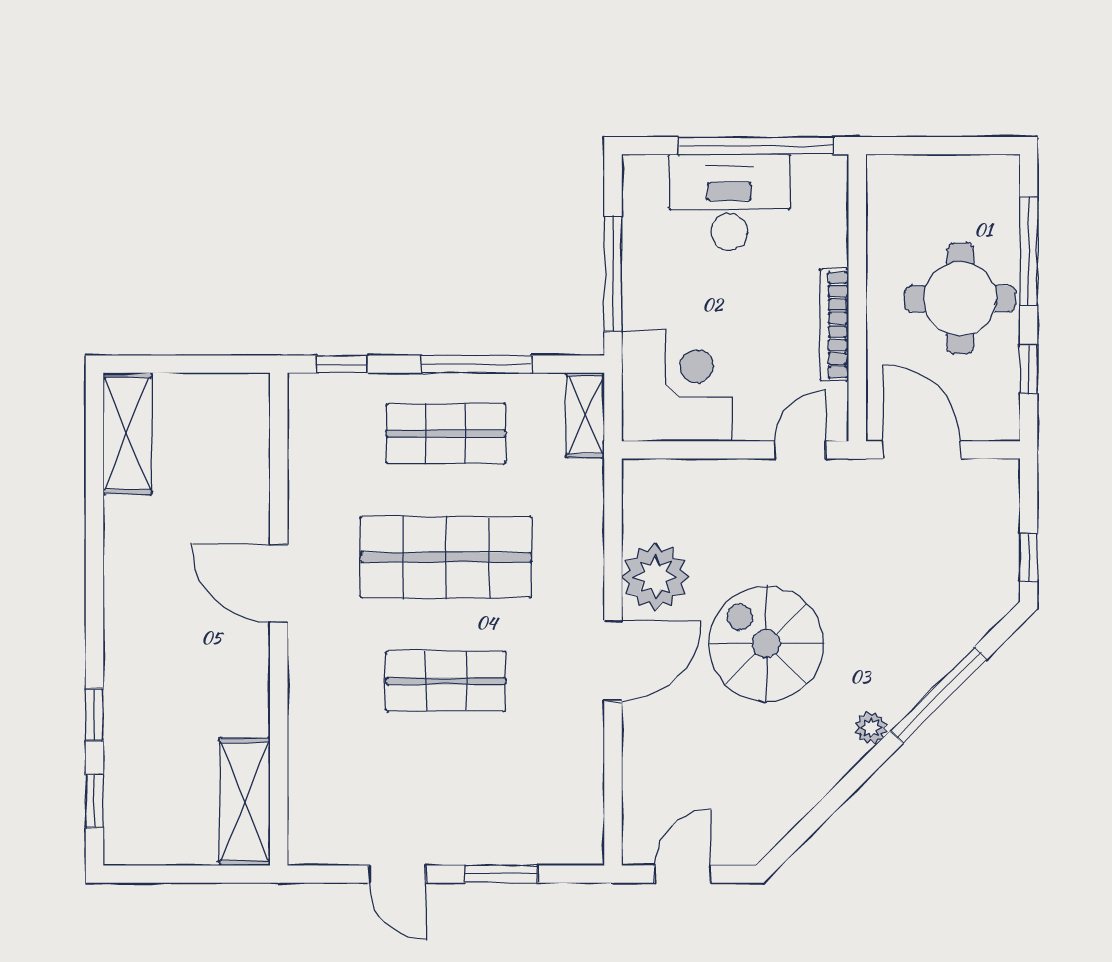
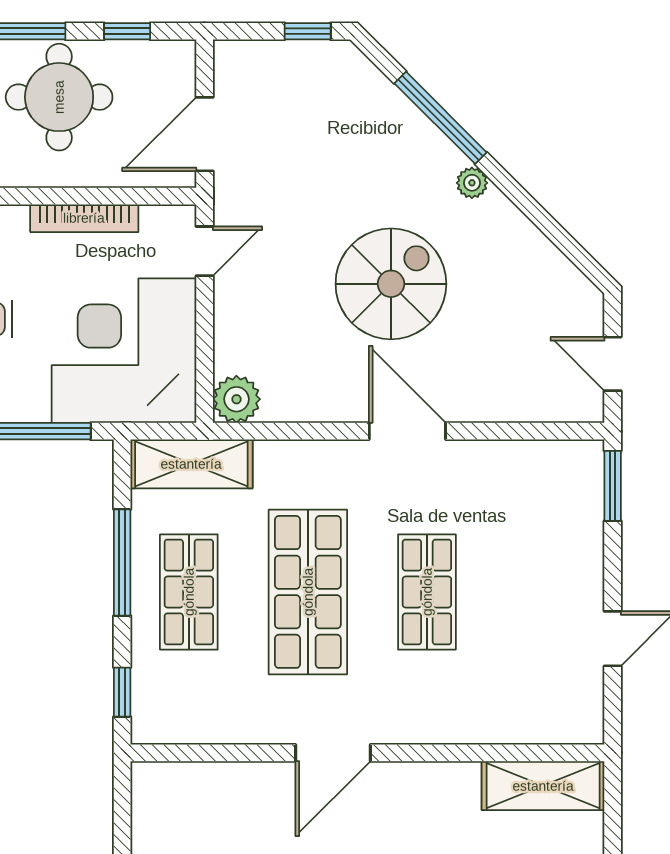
corner desk: (677, 386) -> (124, 351), width x1.36, depth x1.36
shelving: (585, 415) -> (191, 464), width x1.50, depth x1.33
door: (800, 450) -> (205, 251), swing flipped
plant: (655, 577) -> (236, 399), moved, width x0.73, depth x0.73
spiral stairs: (766, 644) -> (391, 284), turned 180
window: (501, 874) -> (613, 486), moved

